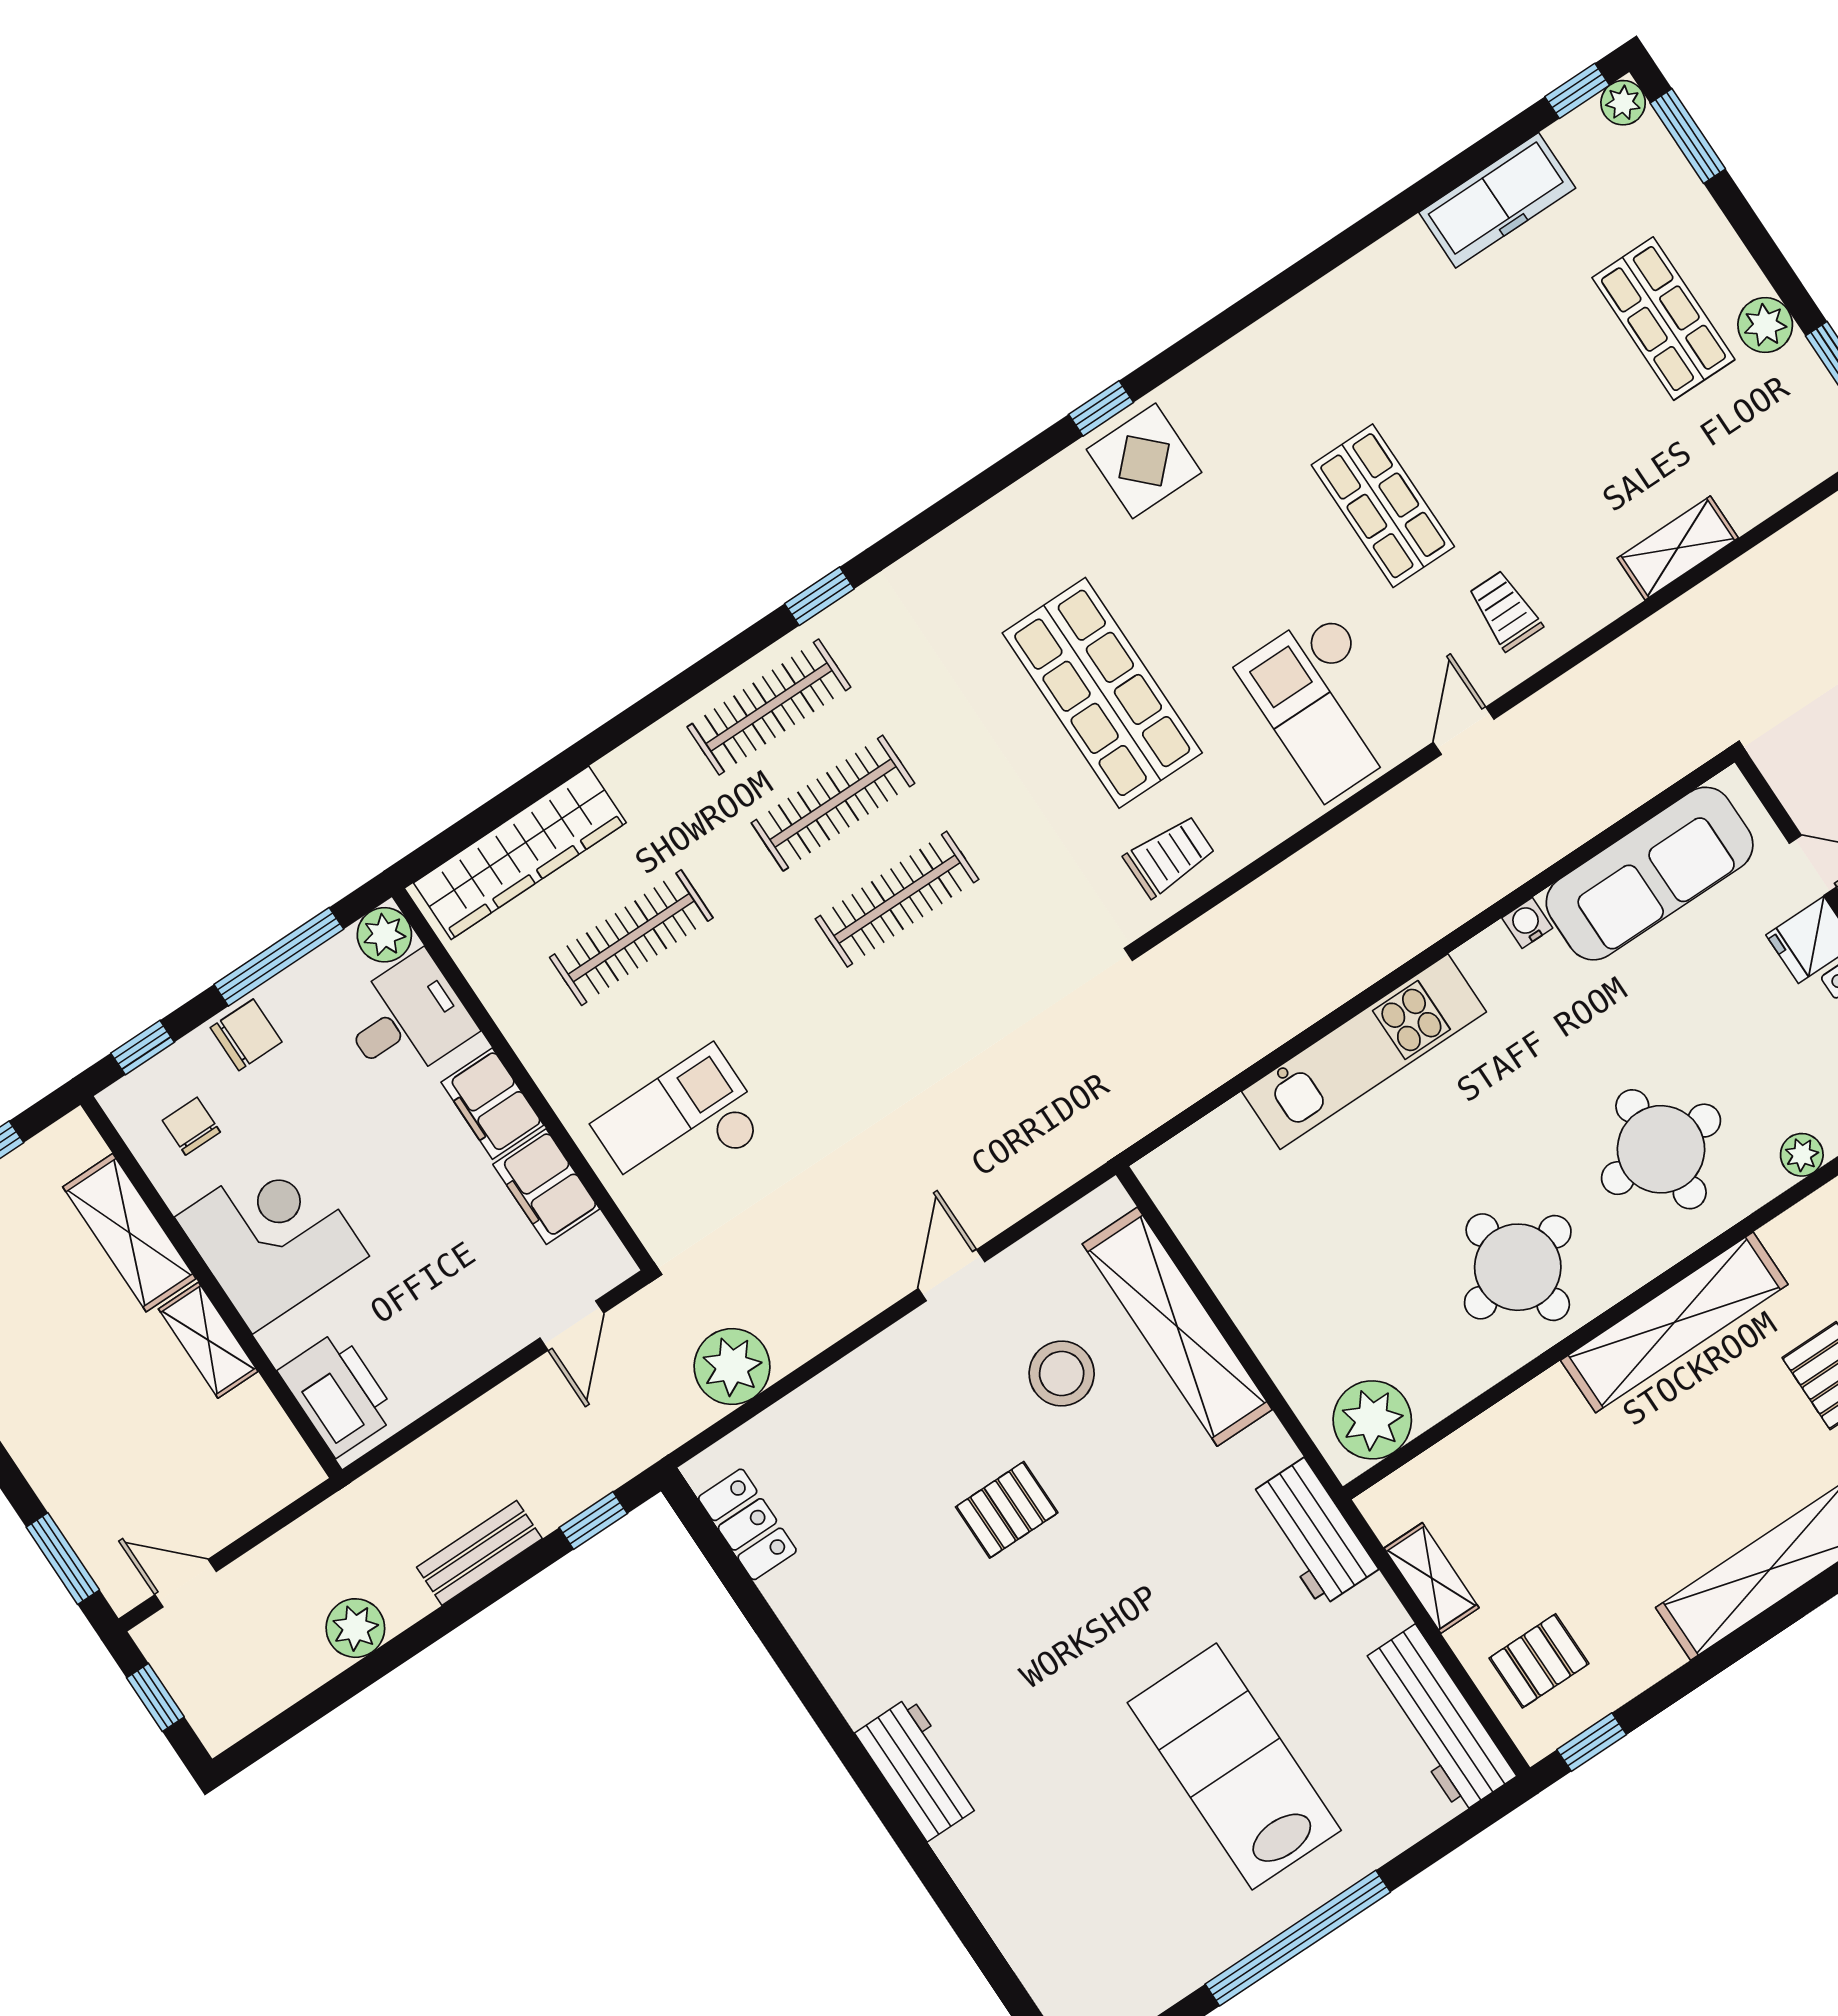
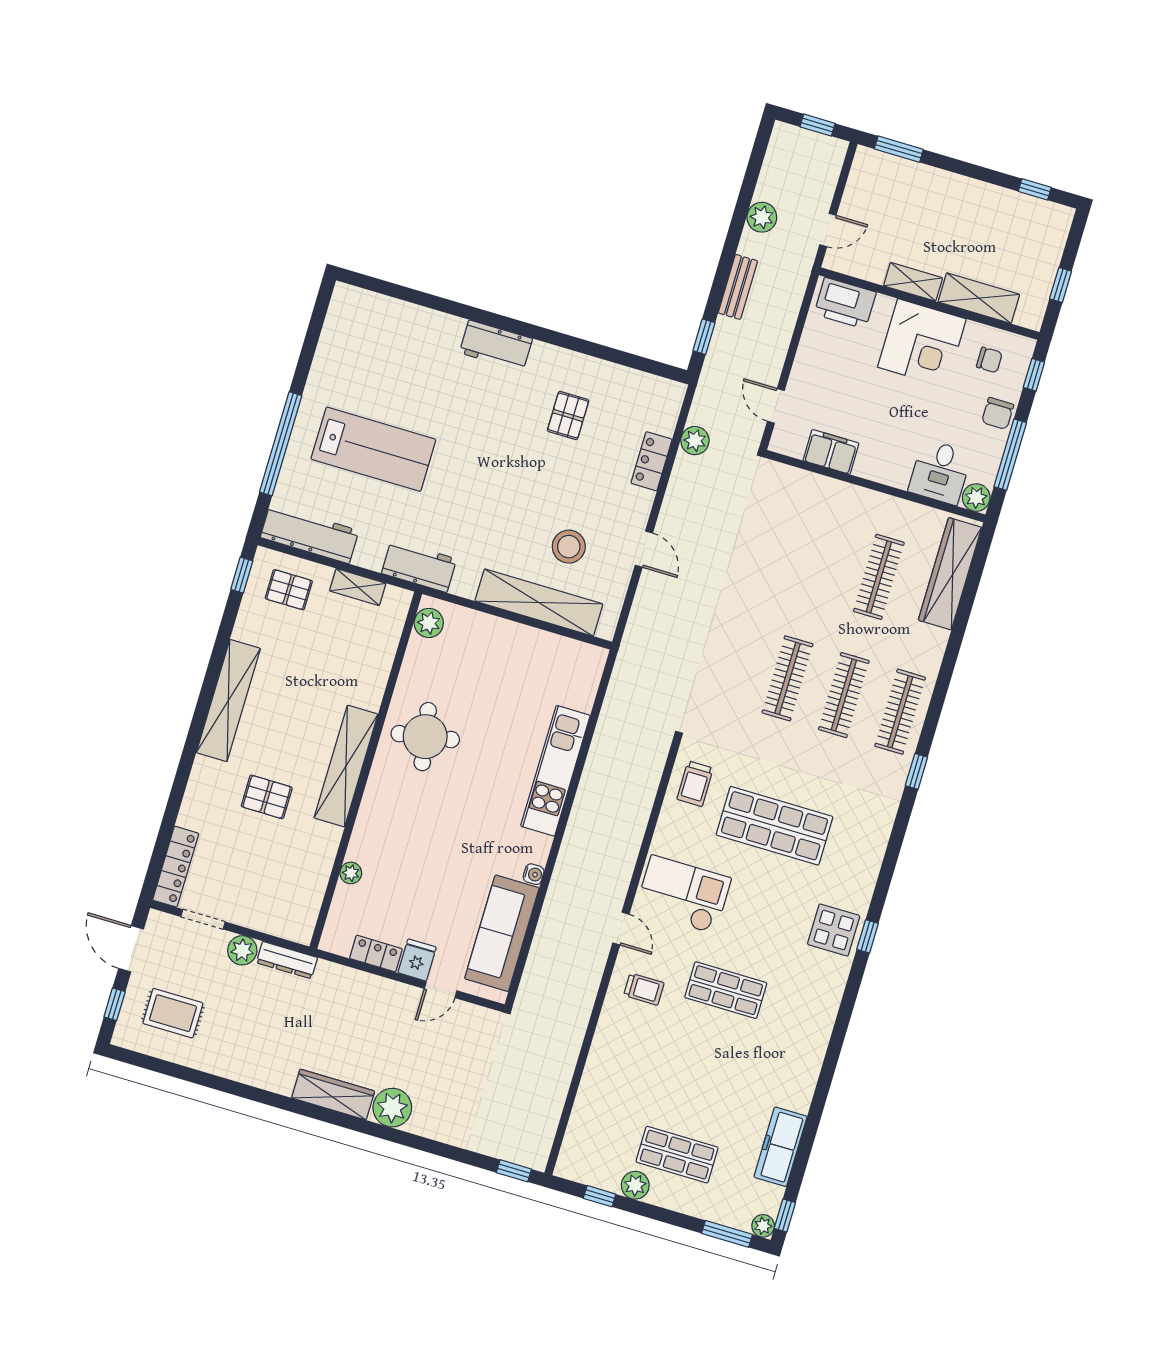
shelving: (1678, 548) -> (597, 1070), removed
filing cabinet: (492, 1104) -> (879, 467), removed
checkout: (680, 1126) -> (798, 519), removed
round table: (1661, 1149) -> (408, 829), removed
plant: (732, 1367) -> (695, 441), width x0.73, depth x0.73
plant: (1372, 1420) -> (429, 623), width x0.73, depth x0.73
pallet: (1007, 1510) -> (568, 415), moved
locker: (747, 1524) -> (651, 461), moved, turned 90
door: (185, 1583) -> (828, 230), moved
pallet: (1539, 1661) -> (289, 590), turned 90
window: (1298, 1938) -> (281, 444), moved

